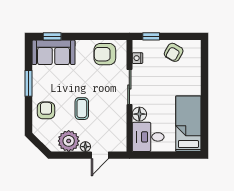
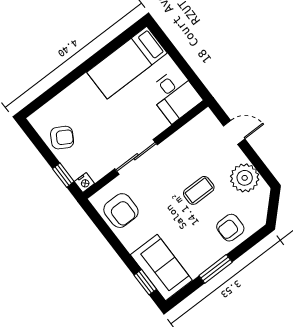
nightstand: (137, 58) -> (84, 182), moved
floor lamp: (139, 114) -> (157, 124), removed
floor lamp: (85, 147) -> (237, 155), removed

